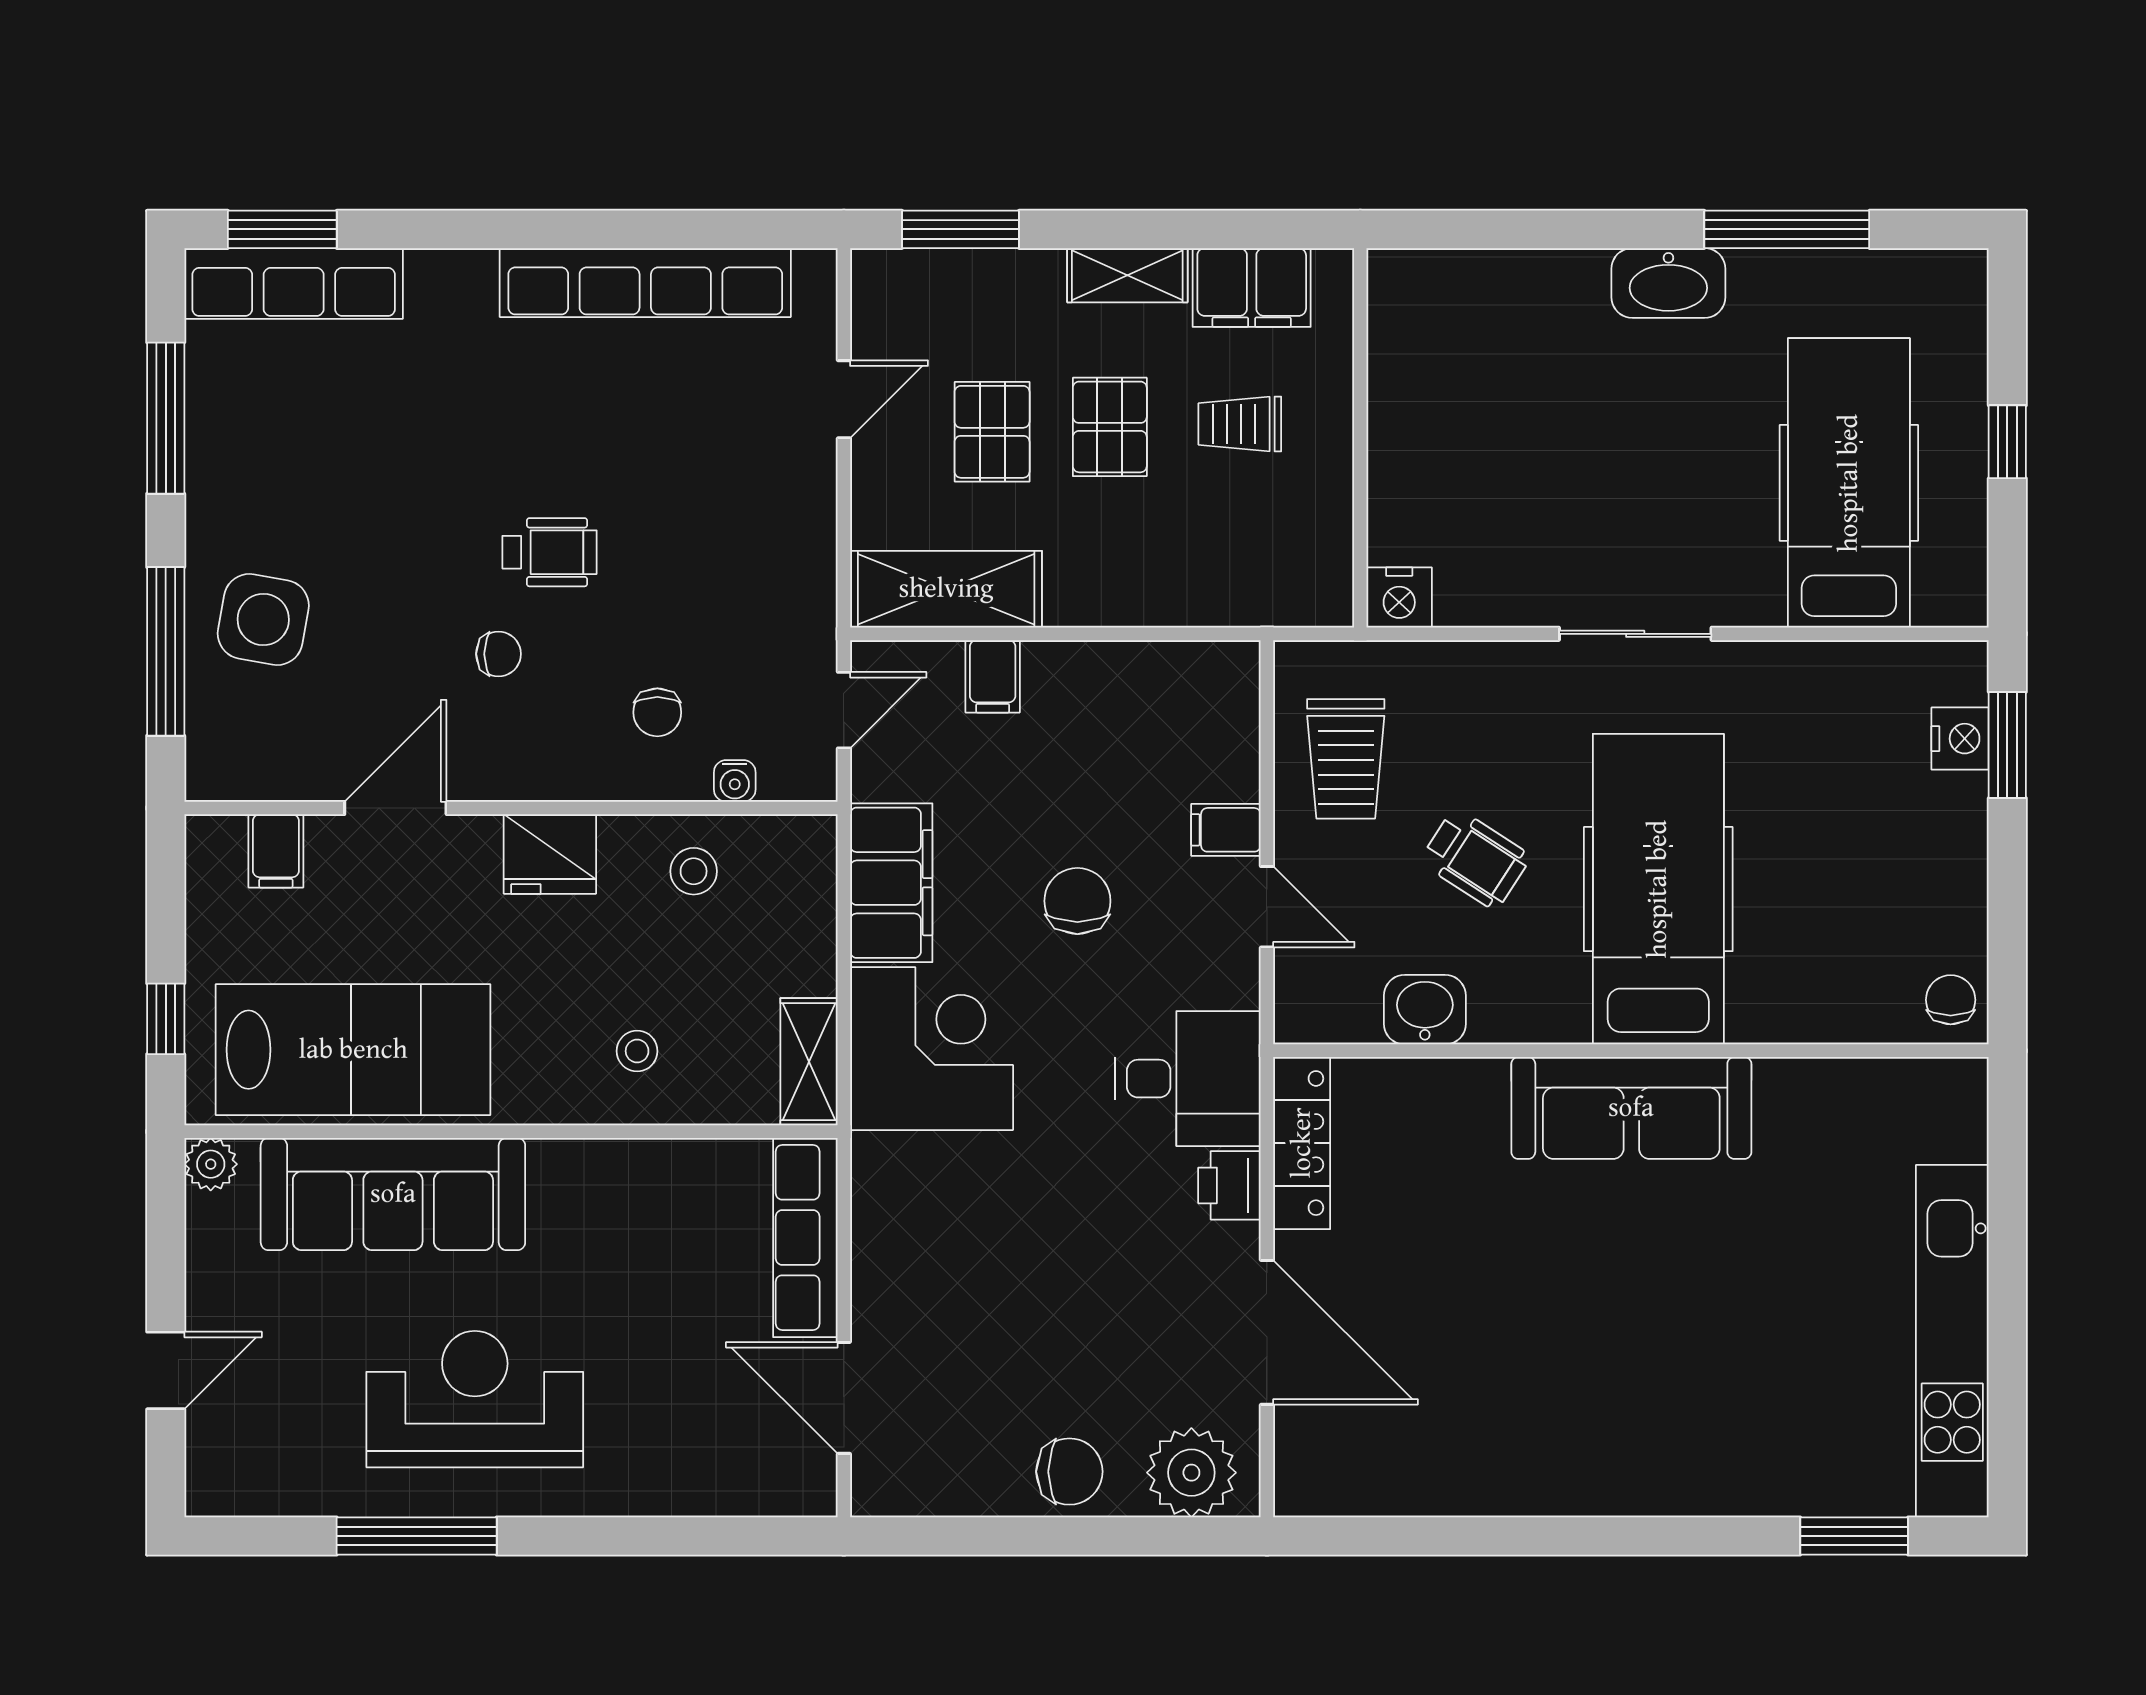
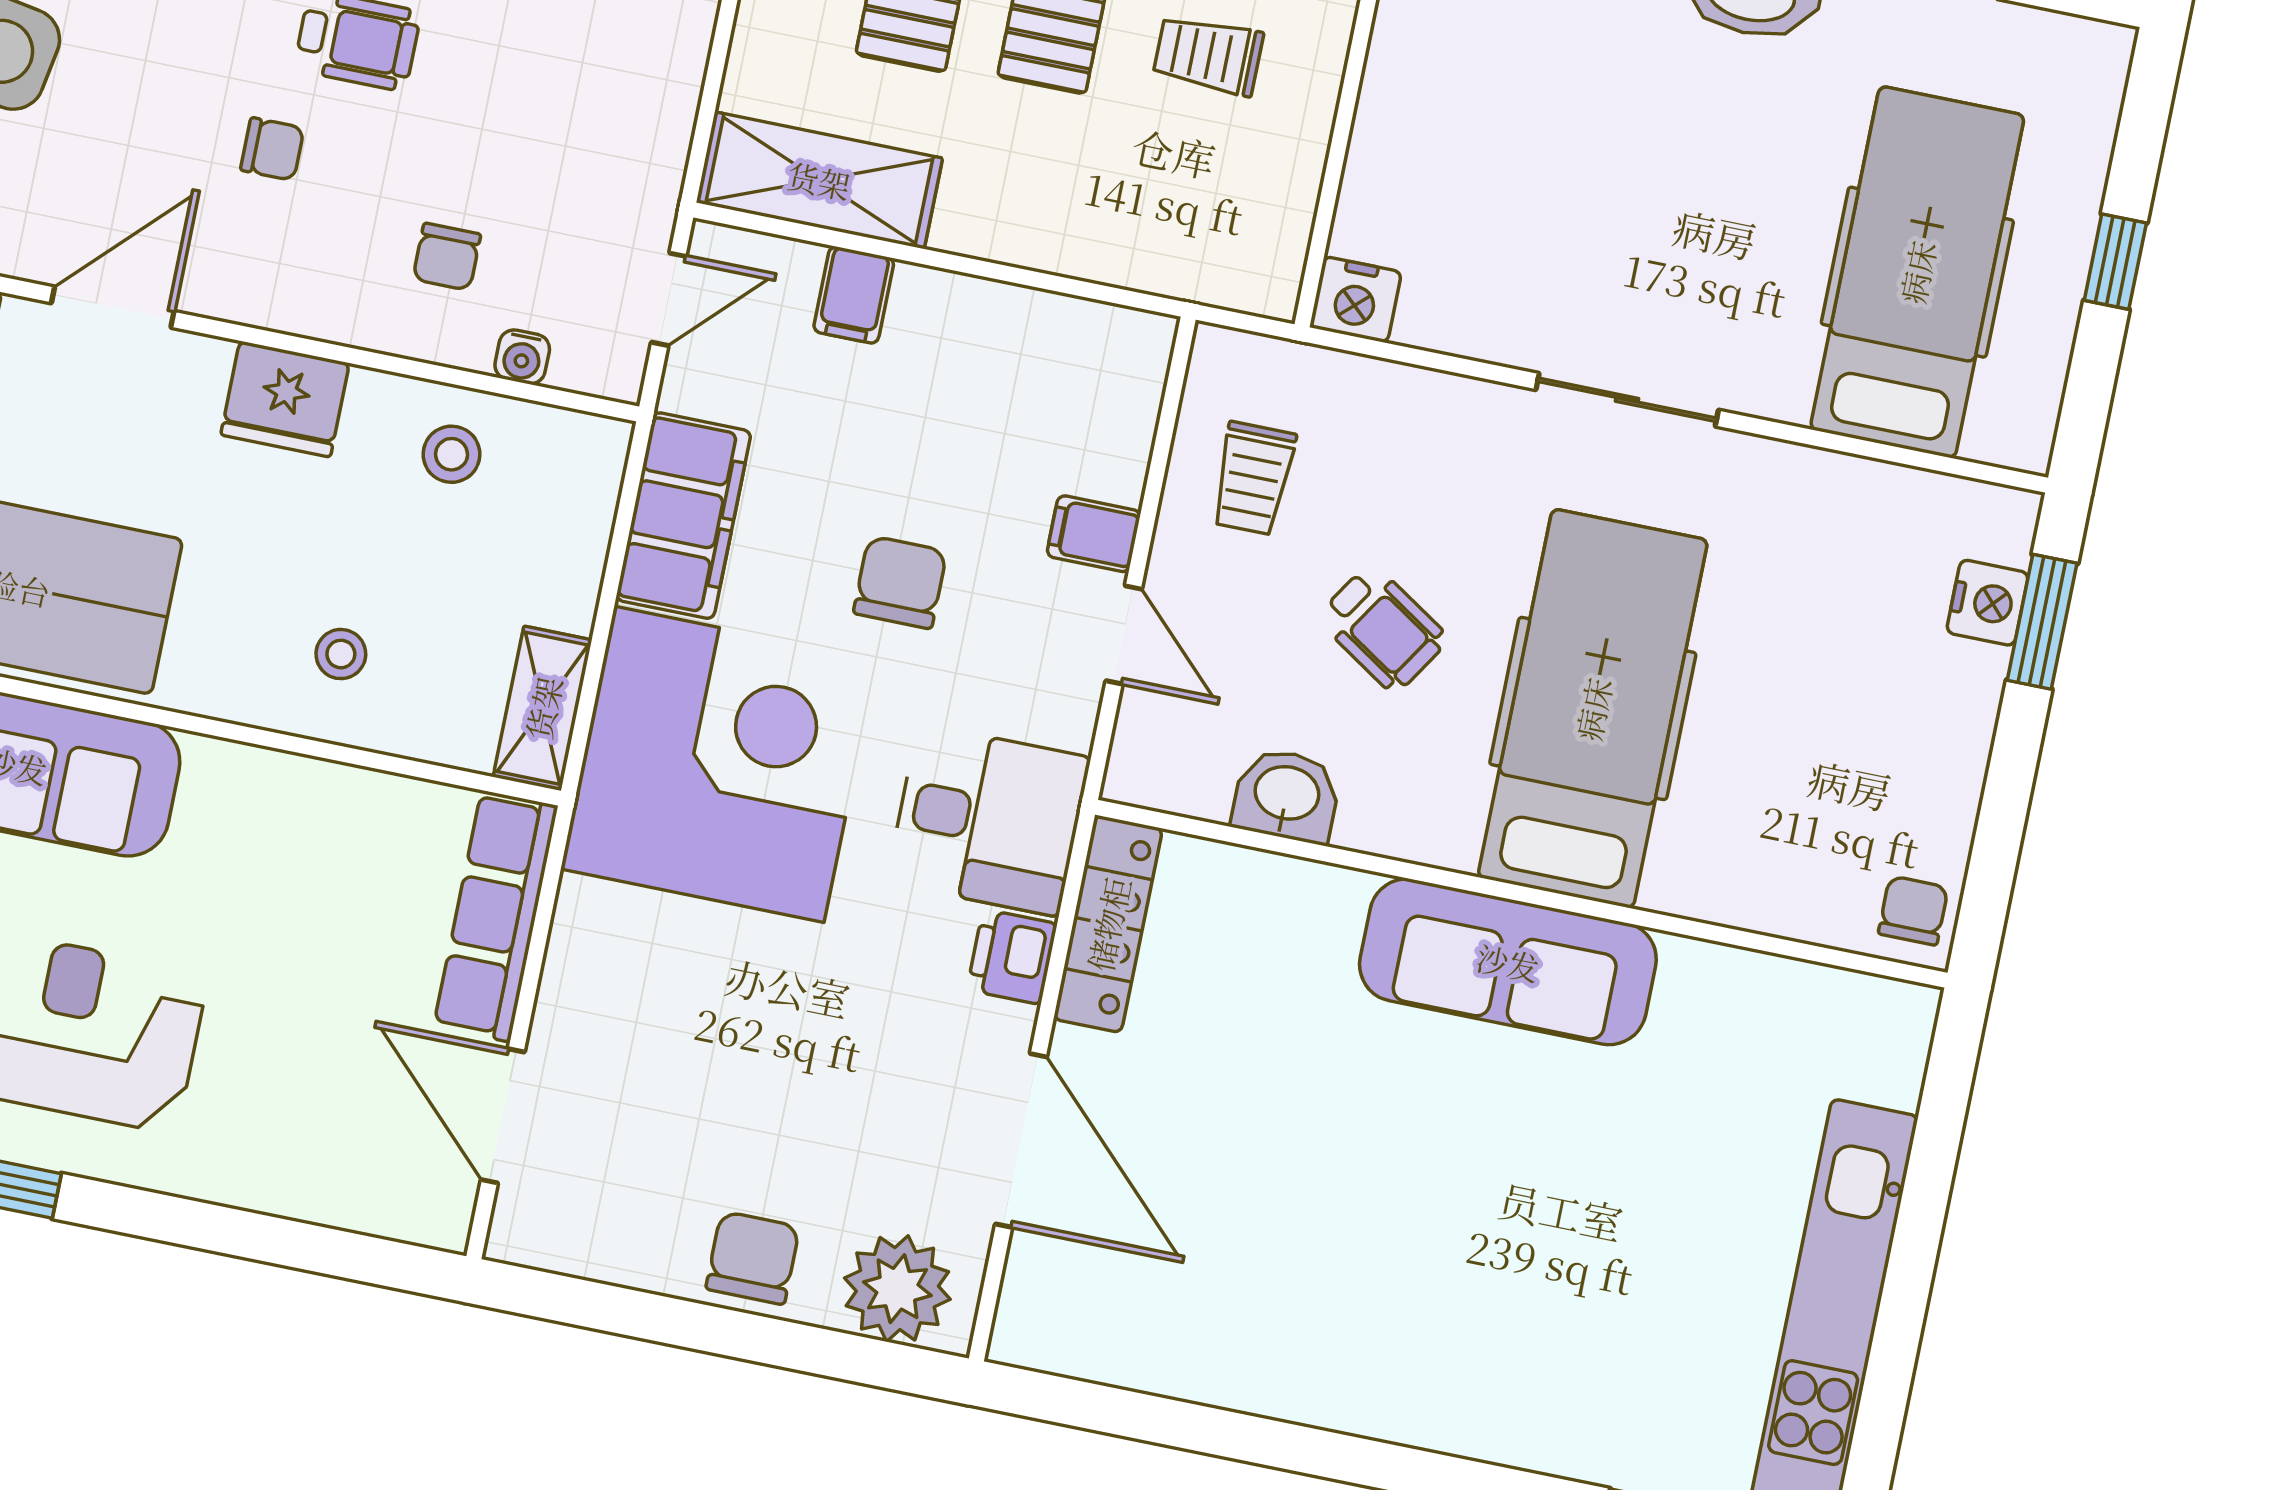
trolley: (1346, 759) -> (1253, 478), width x0.73, depth x0.72
corner desk: (932, 1049) -> (719, 764), width x1.36, depth x1.36
chair: (1069, 1472) -> (753, 1258), turned -90

